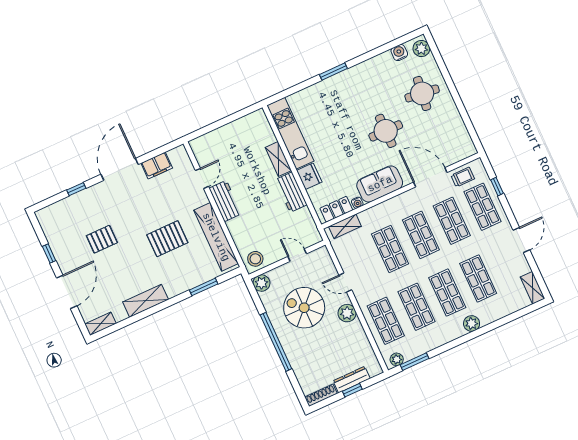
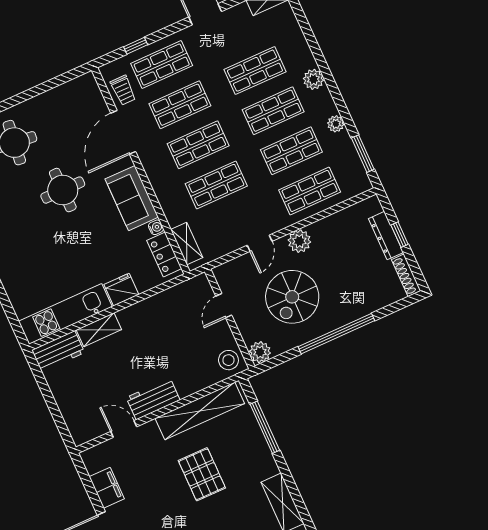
trolley: (463, 177) -> (123, 90), turned 180
workbench: (291, 192) -> (58, 351), moved
window: (204, 287) -> (265, 427), width x1.44
plant: (397, 359) -> (336, 124), moved

